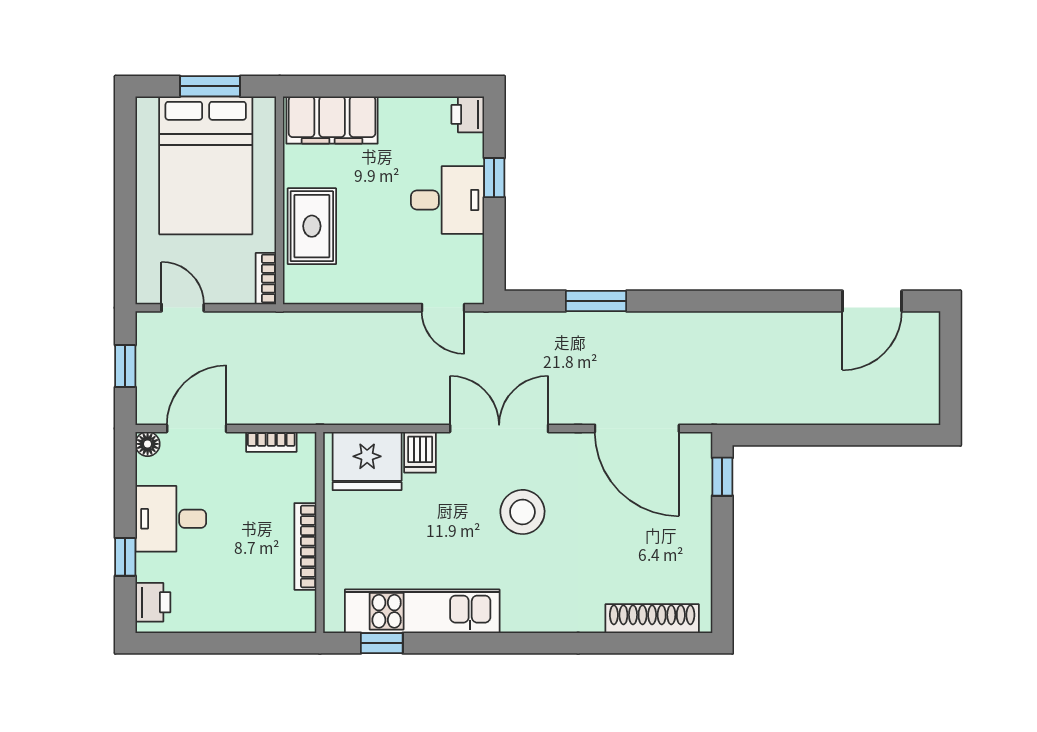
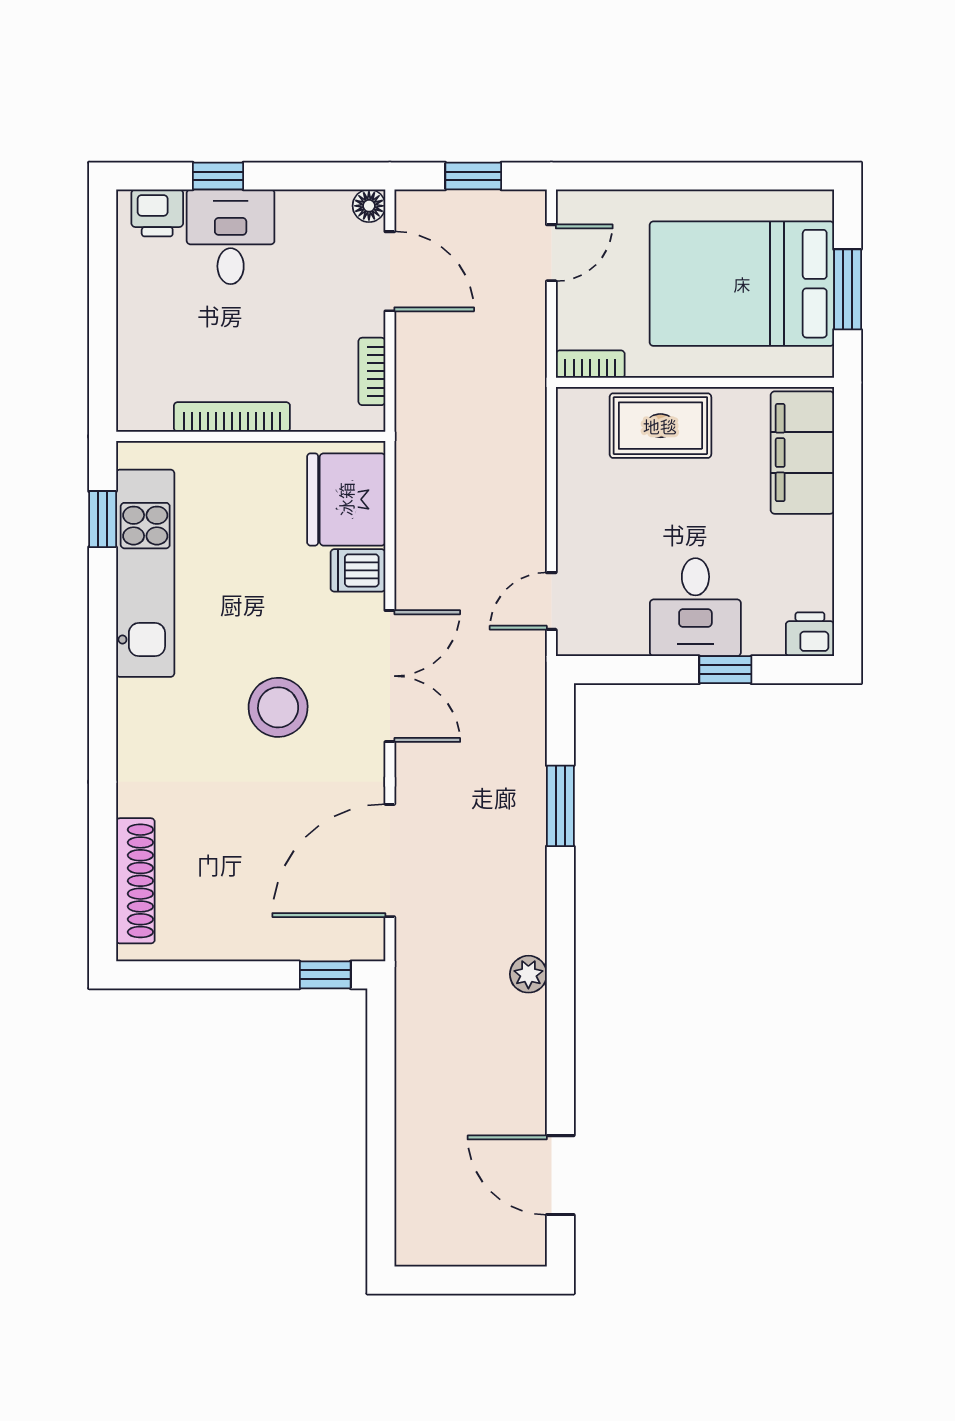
plant: (722, 325) -> (528, 974), added
desk: (171, 519) -> (231, 237), moved

